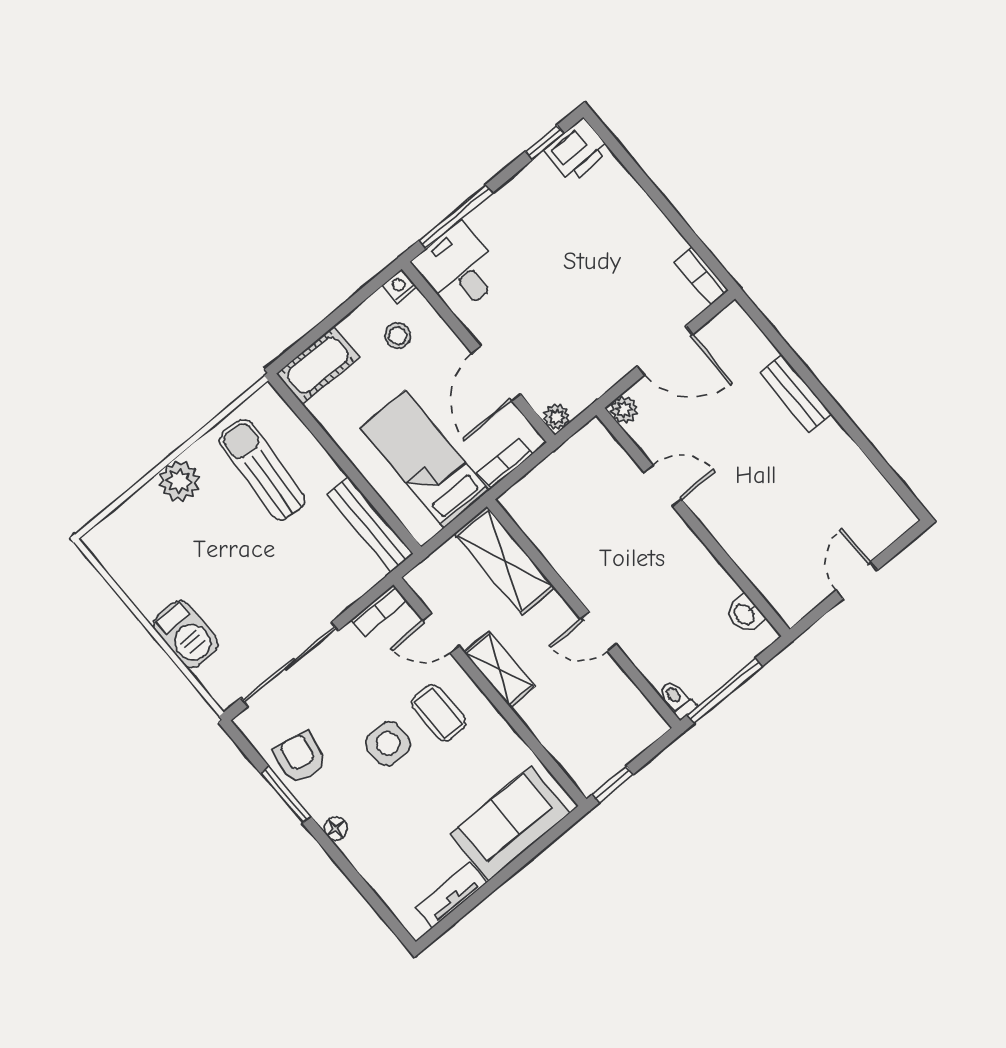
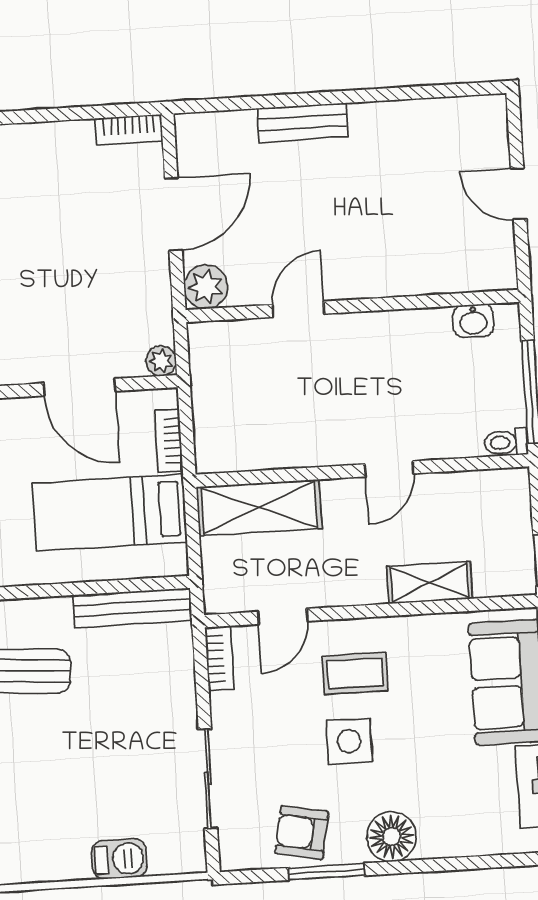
plant: (624, 410) -> (206, 287), width x1.38, depth x1.38
barbecue: (186, 634) -> (119, 859), width x0.73, depth x0.79
sliding door: (290, 664) -> (208, 779), width x0.73
shelving: (499, 669) -> (430, 583), moved
floor lamp: (336, 829) -> (392, 837), width x1.89, depth x1.89

